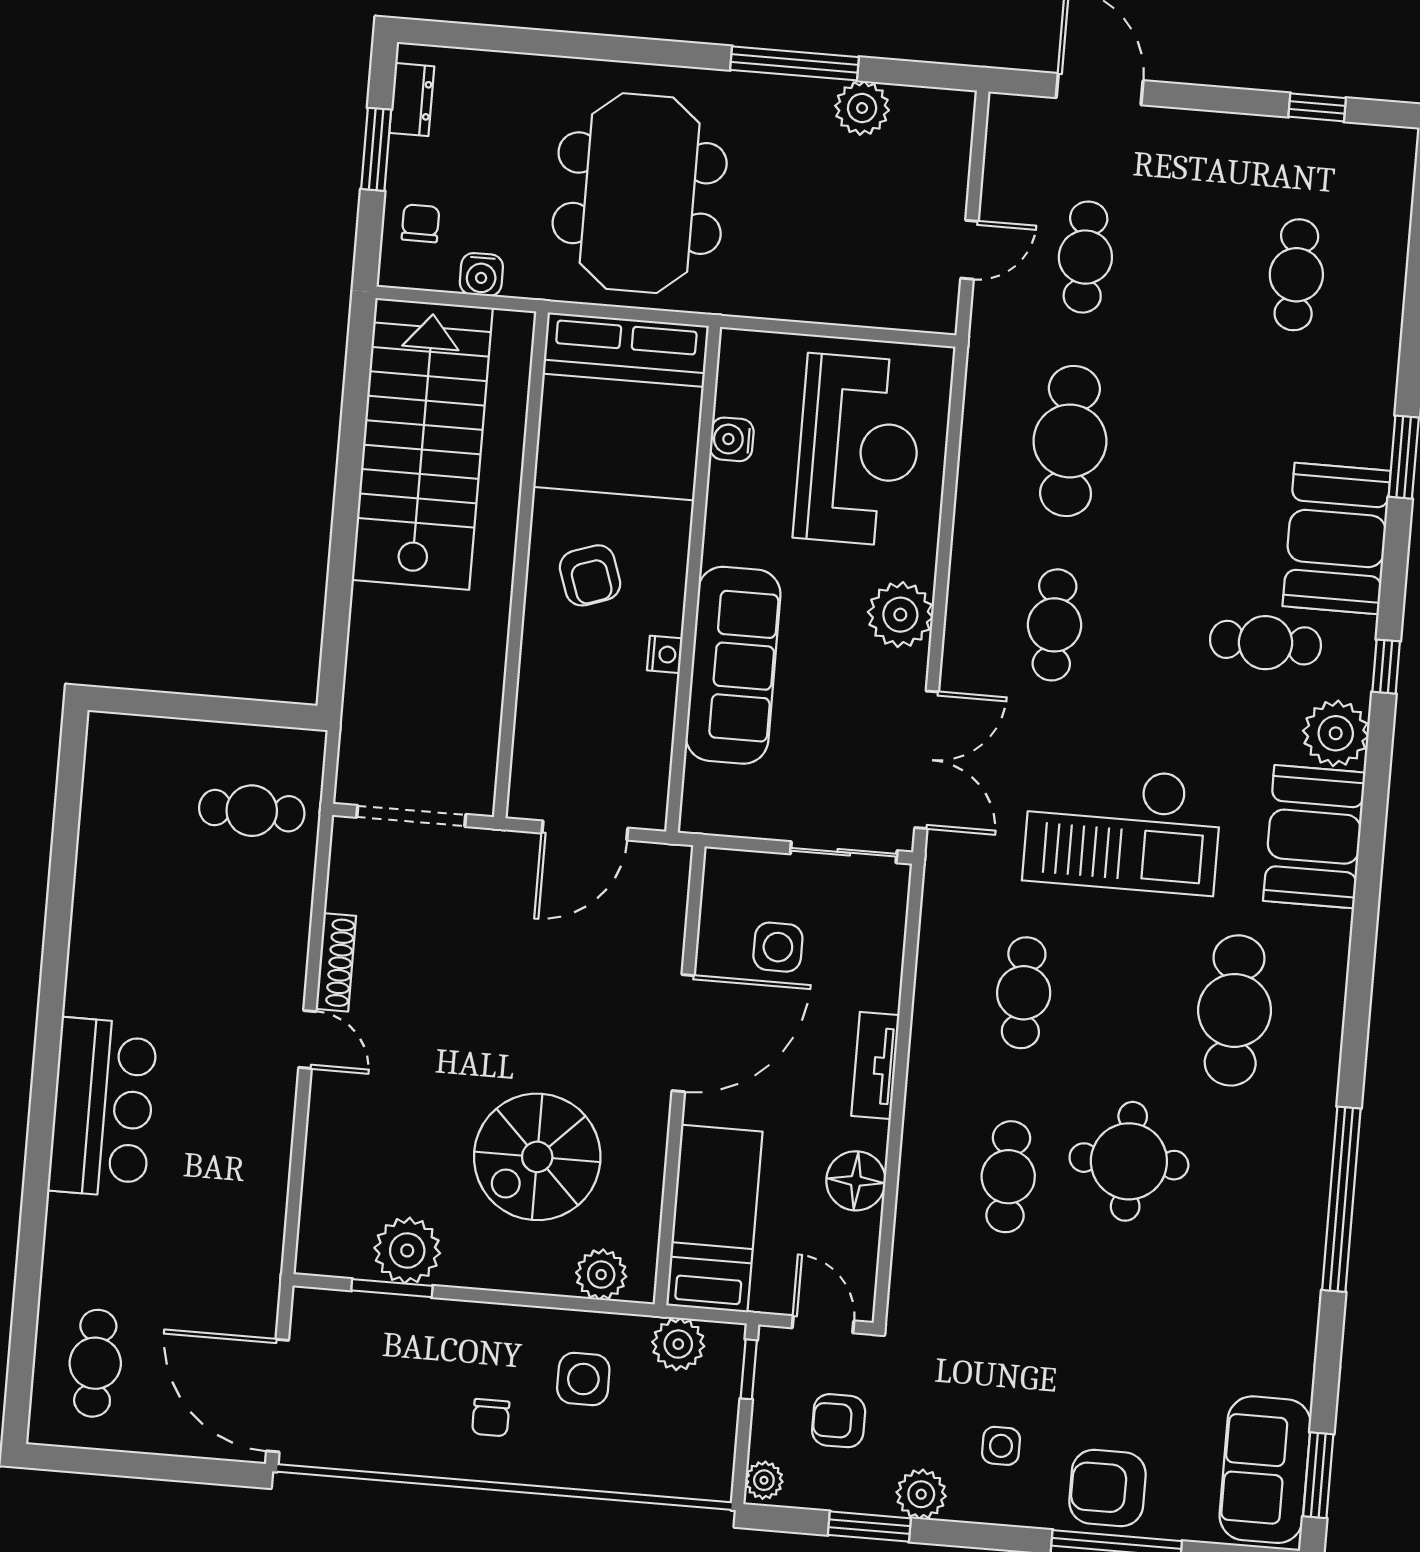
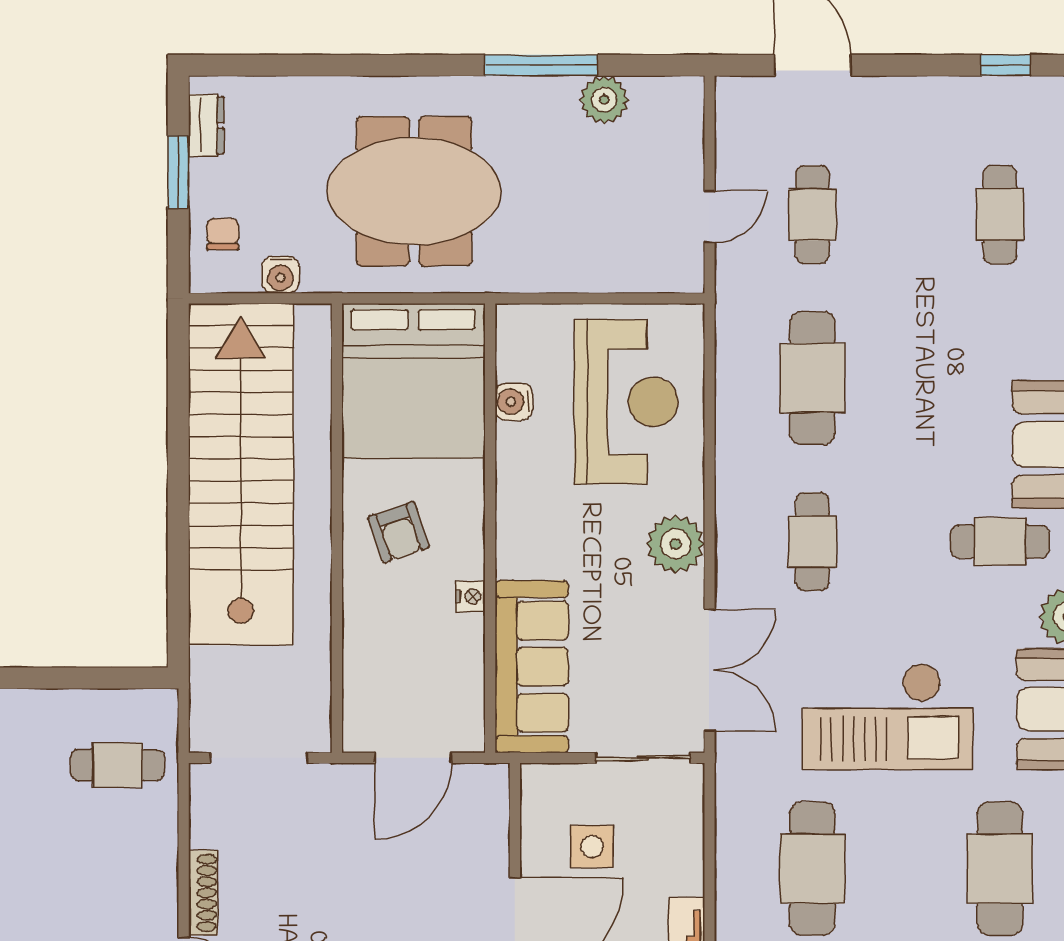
meeting table: (640, 193) -> (414, 191), turned 90
stairs: (422, 444) -> (241, 474), width x1.36
sofa: (733, 665) -> (532, 667), moved
cafe table: (1024, 993) -> (812, 869), width x1.37, depth x1.35

